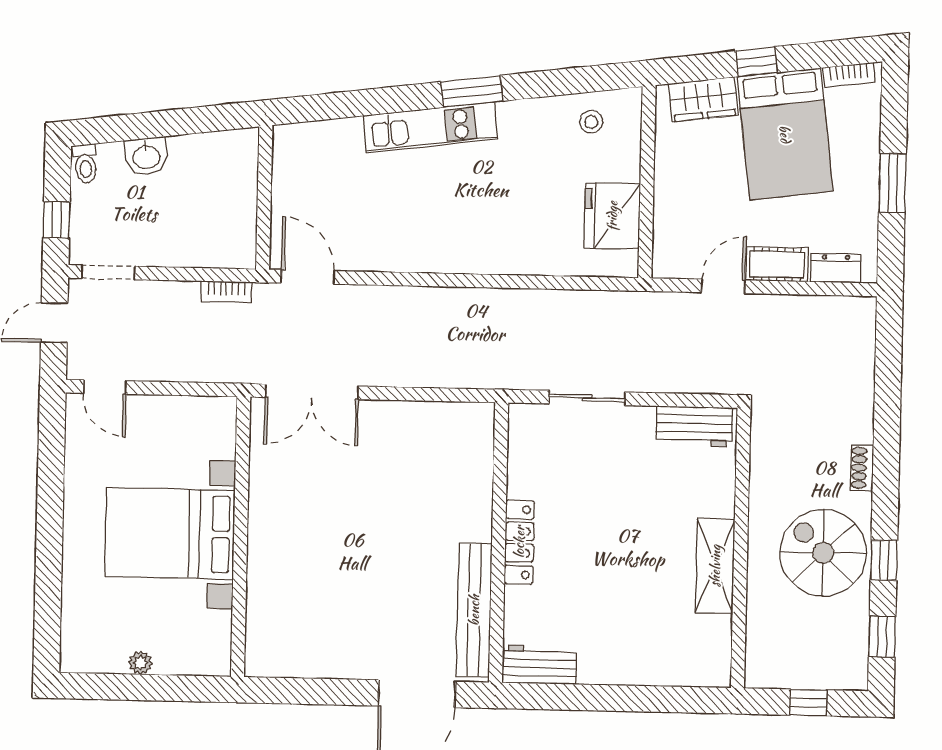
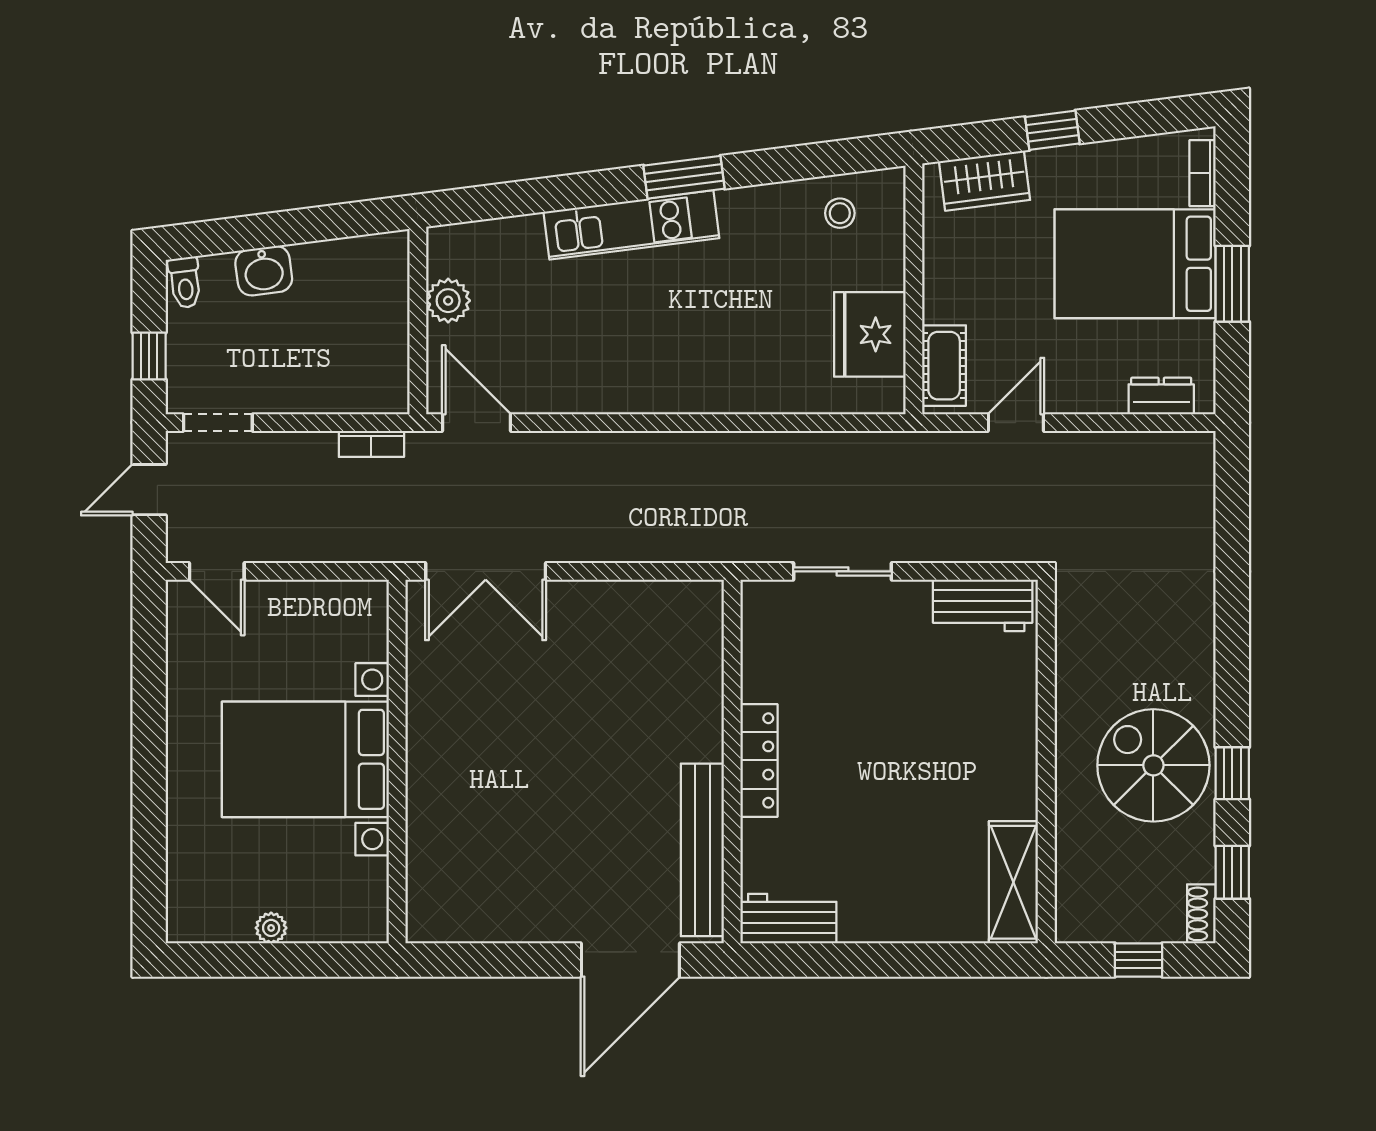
bookcase: (849, 75) -> (1203, 173), moved, turned 97
bed: (785, 134) -> (1135, 264), moved, turned 97
plant: (288, 182) -> (448, 301), added
cot: (777, 264) -> (944, 366), moved, turned 90
shoe rack: (862, 468) -> (1201, 914), moved
shelving: (715, 566) -> (1013, 882), moved

